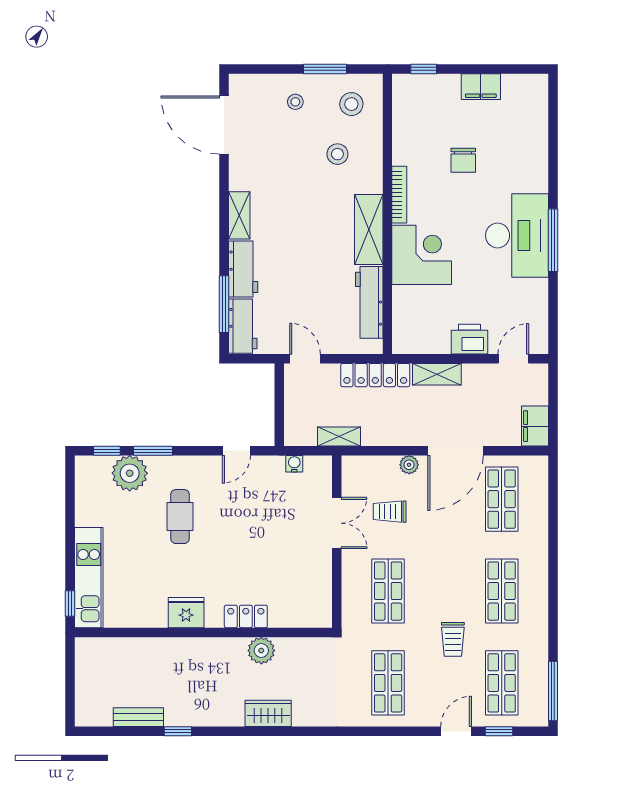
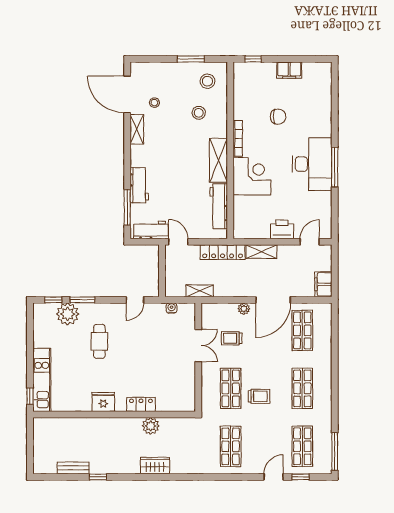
stool: (295, 102) -> (154, 103), moved
chair: (463, 160) -> (278, 117), turned -90
shelving: (239, 215) -> (137, 129), moved
workbench: (243, 326) -> (151, 230), moved, turned -90
trolley: (453, 639) -> (259, 396), moved, turned -90

